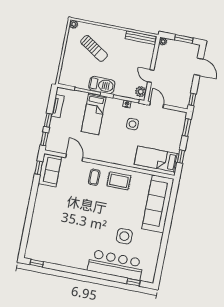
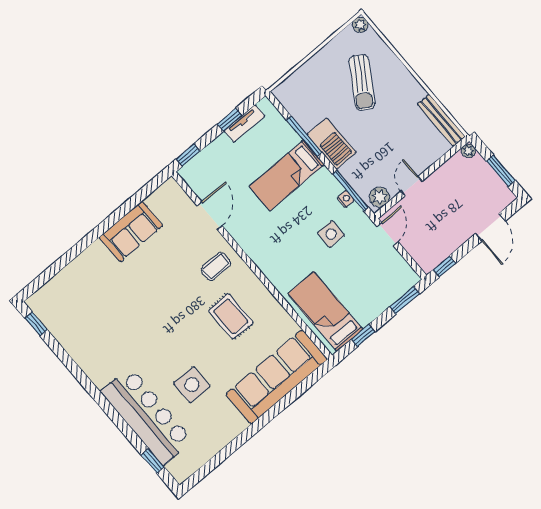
window: (48, 120) -> (230, 120), moved
window: (39, 168) -> (147, 190), removed
sofa: (50, 170) -> (131, 231), moved
rug: (119, 181) -> (231, 317), moved

